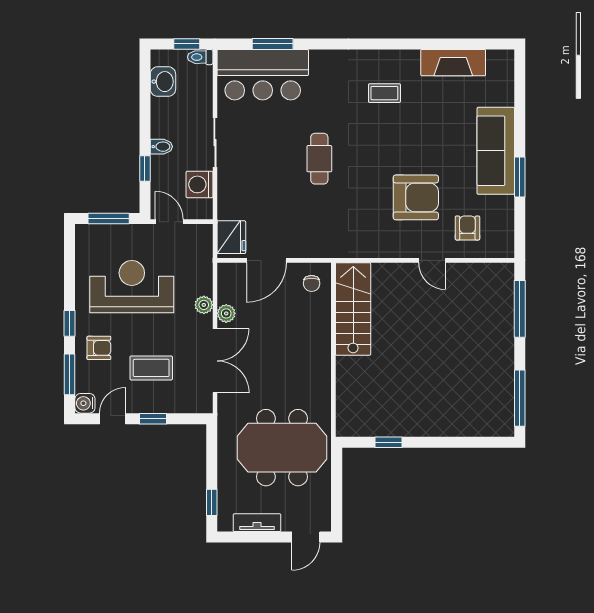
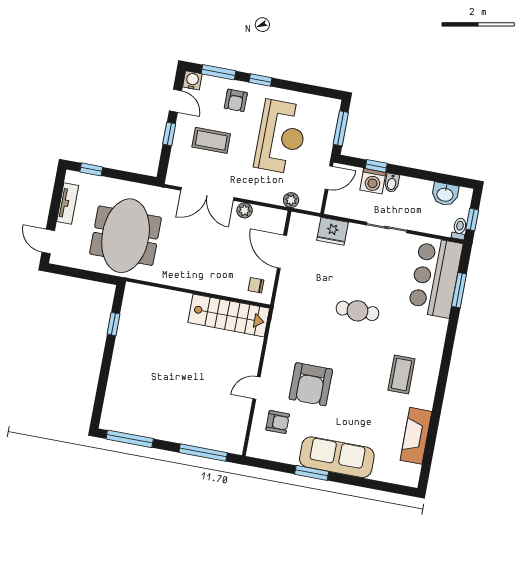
coffee table: (384, 93) -> (401, 374), width x1.36, depth x1.30
washing machine: (199, 184) -> (373, 181), moved, turned 180
fridge: (231, 237) -> (332, 231), moved
plant: (204, 305) -> (291, 200), moved
coffee table: (151, 368) -> (211, 140), turned 90

